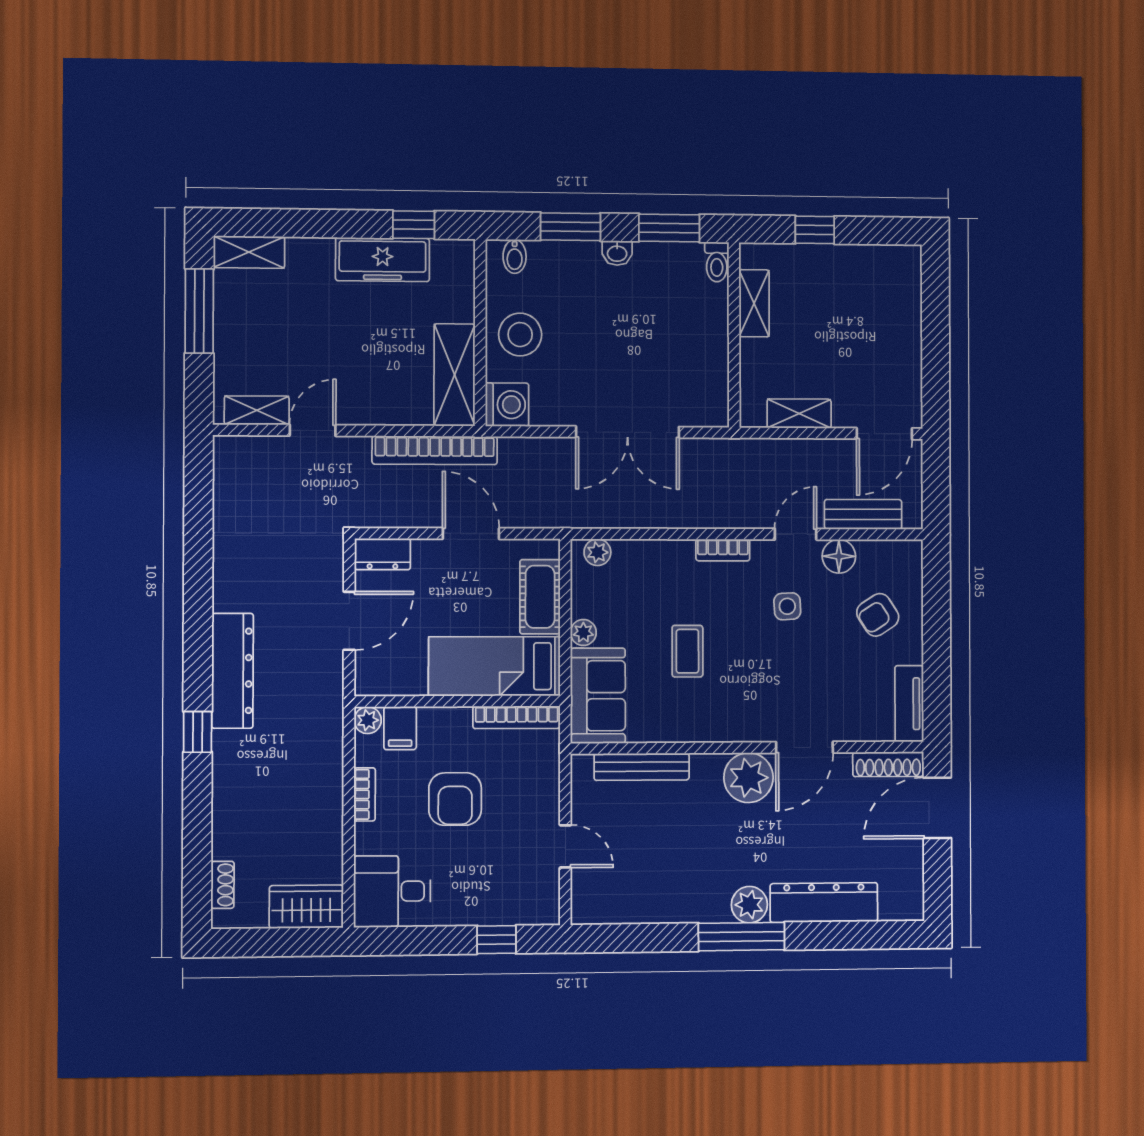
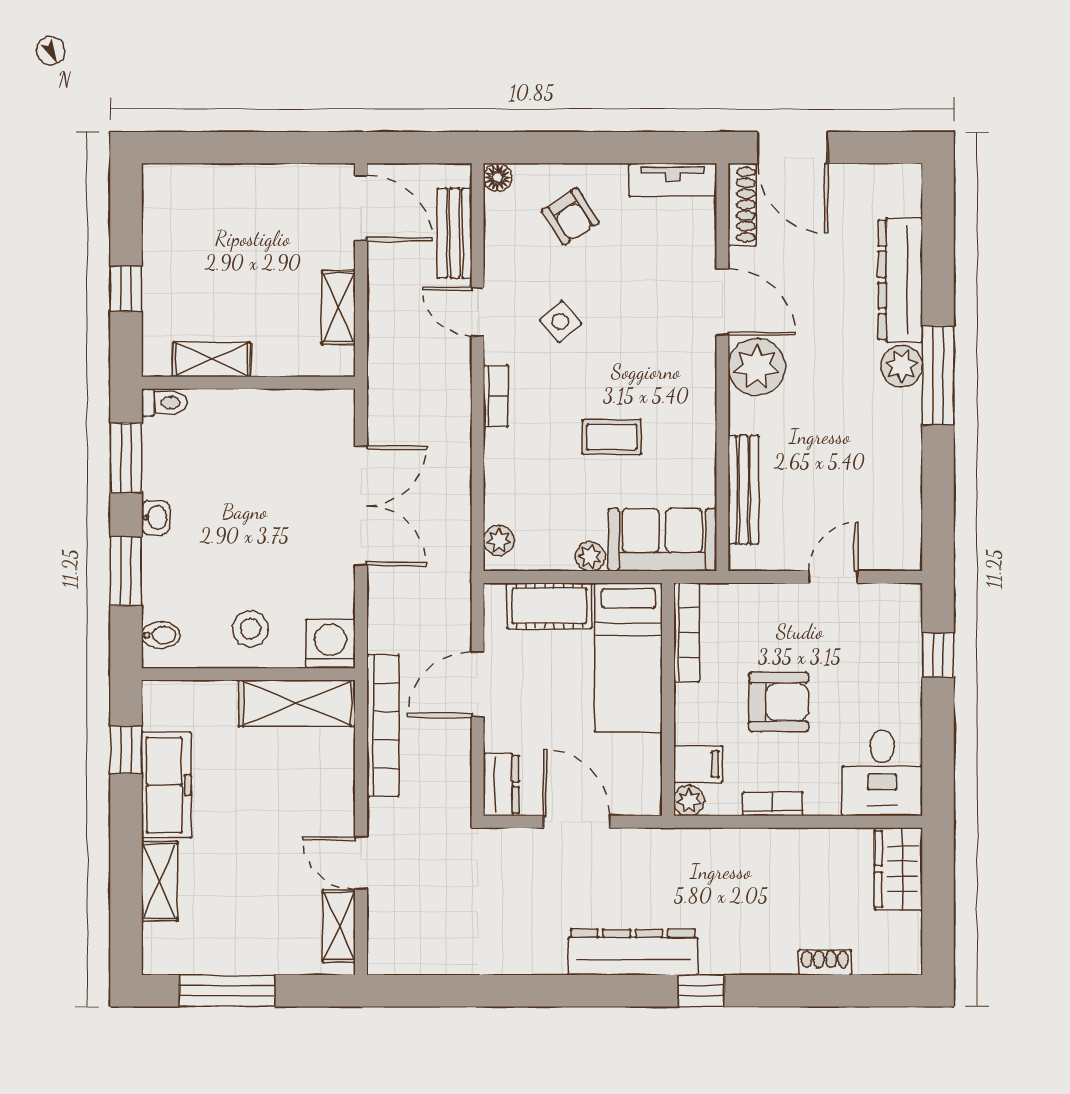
shelving: (249, 252) -> (160, 881), moved
stool: (520, 335) -> (250, 629), width x0.73, depth x0.73
floor lamp: (839, 556) -> (498, 177), moved, width x0.73, depth x0.73
side table: (787, 606) -> (560, 322), turned -38
shoe rack: (223, 885) -> (825, 962), moved

